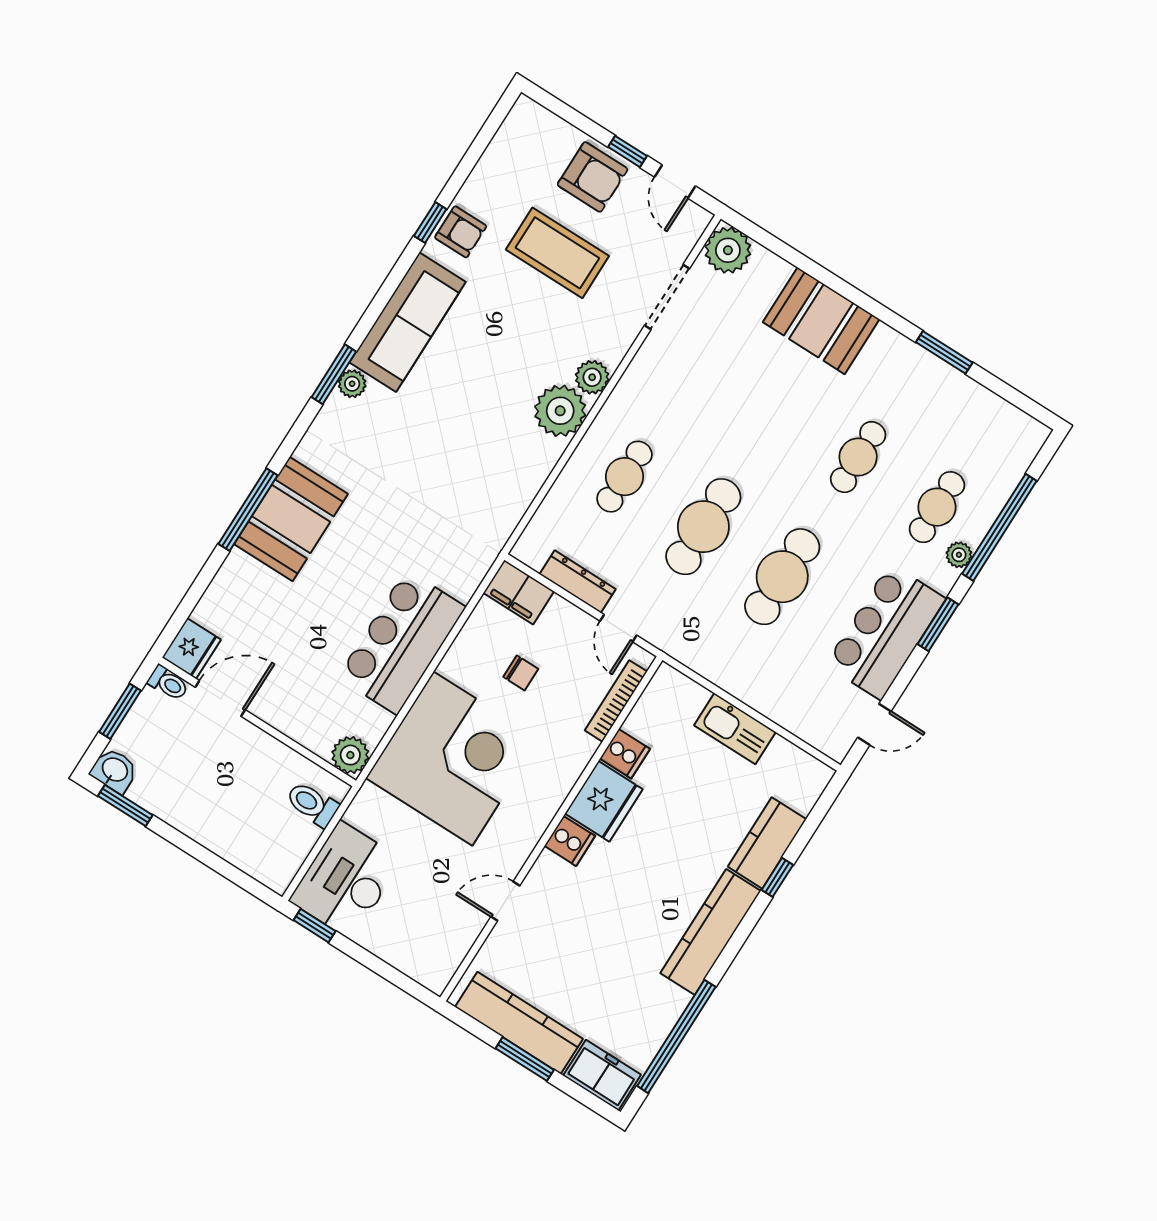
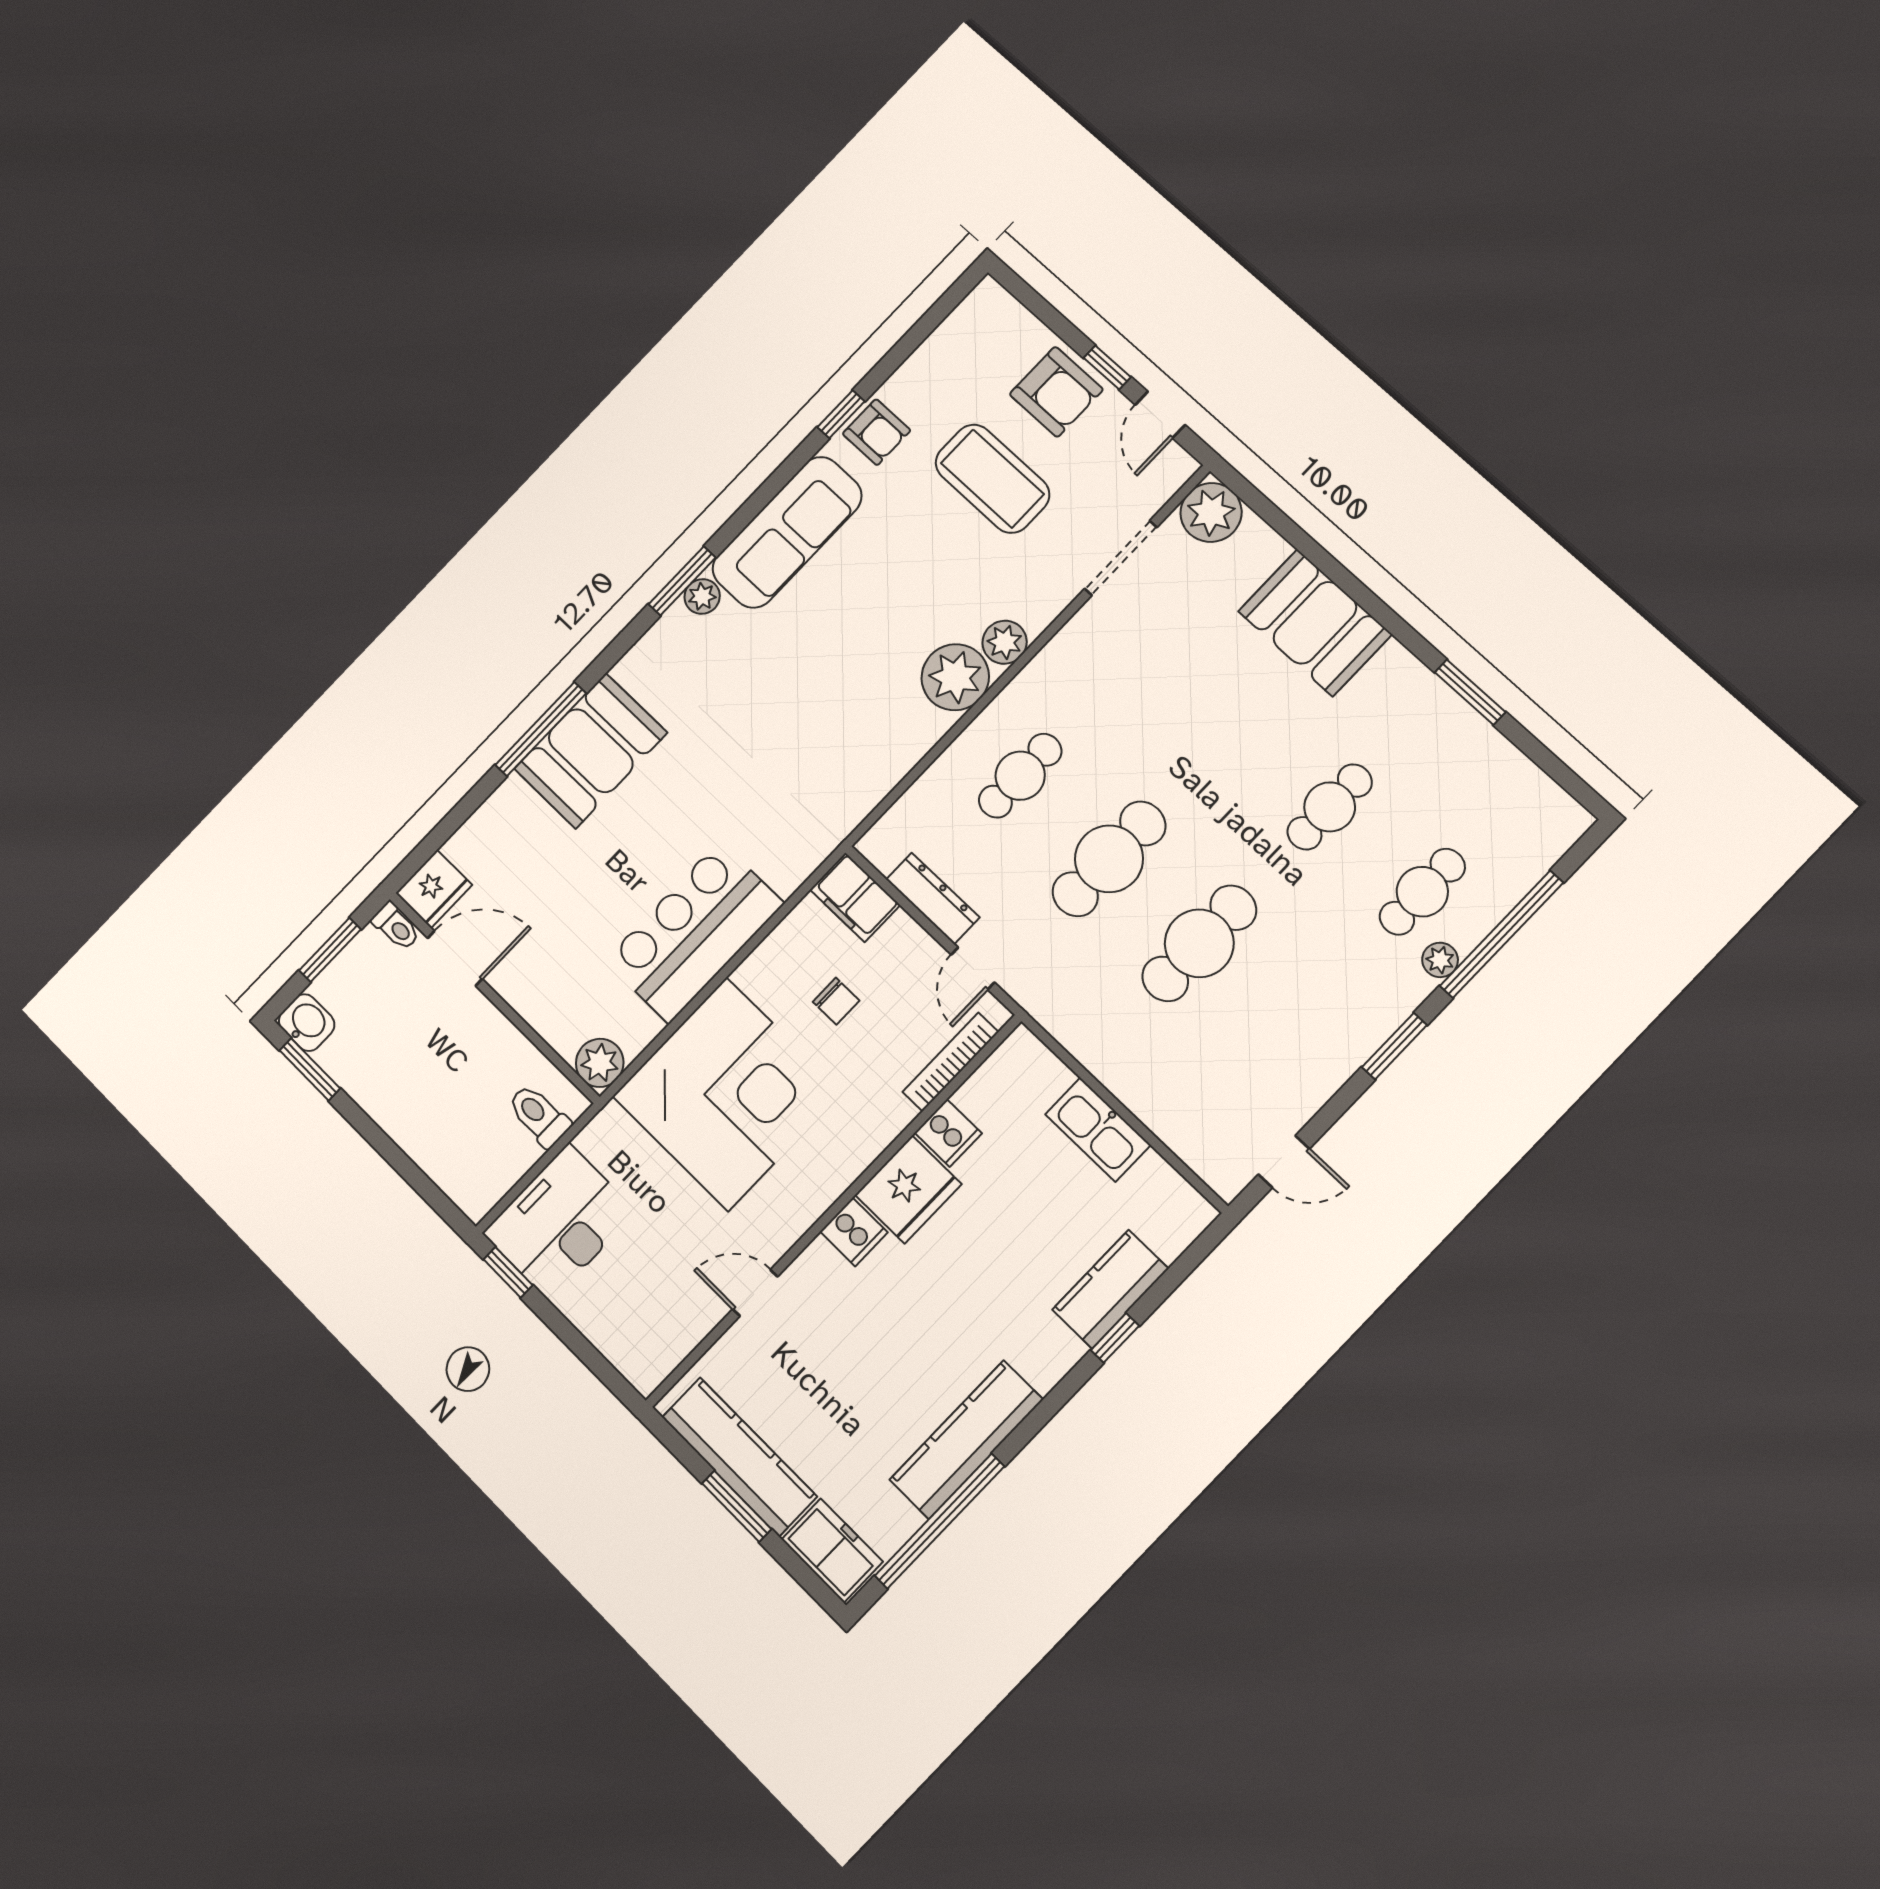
bar counter: (885, 632) -> (1322, 1042), removed
kitchen counter: (710, 932) -> (966, 1440), moved

